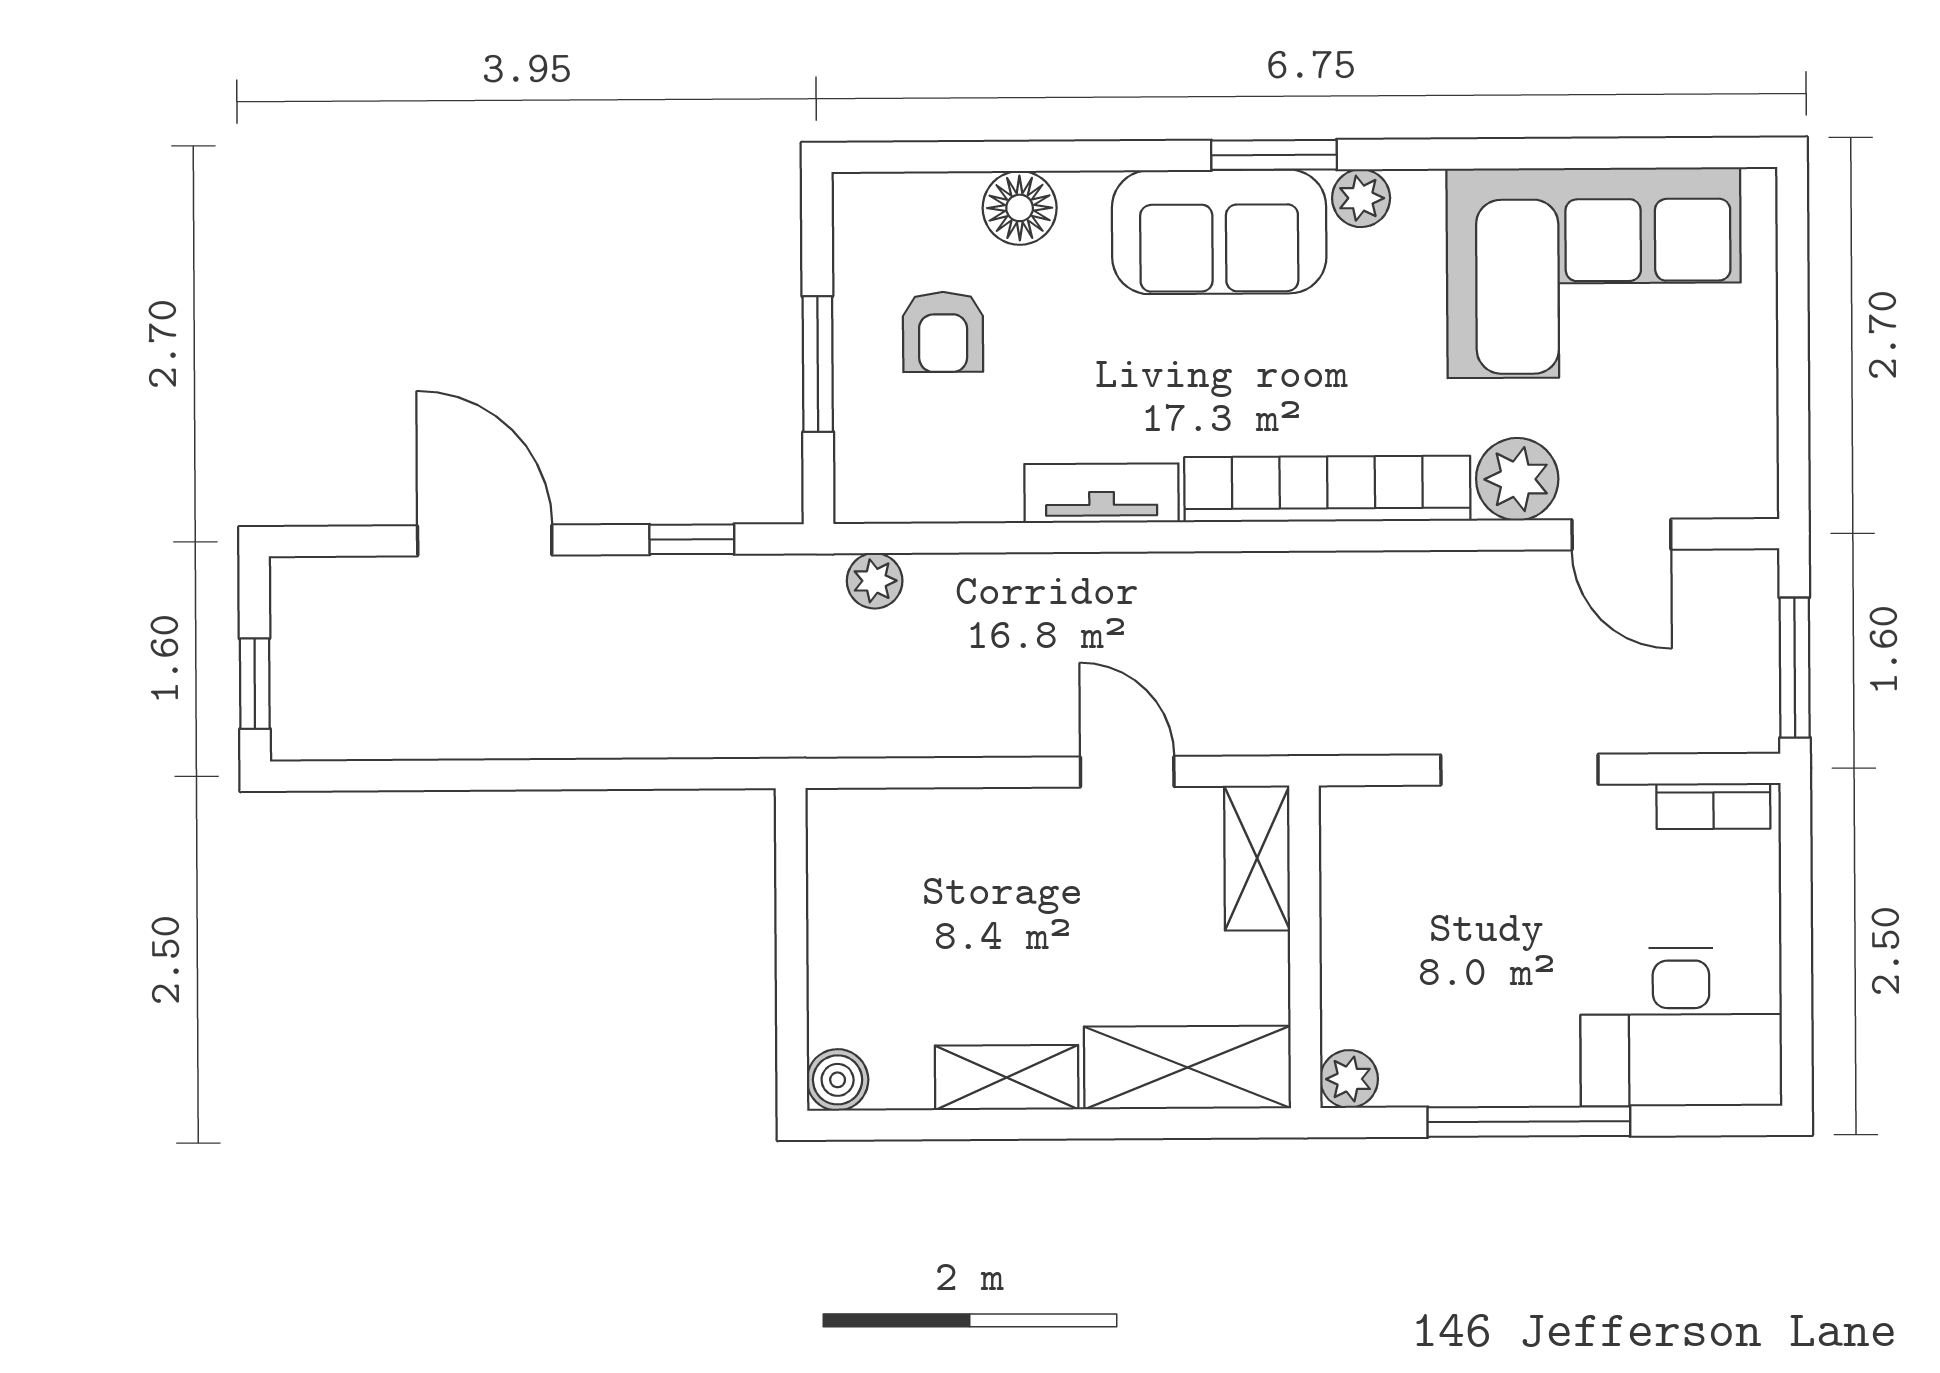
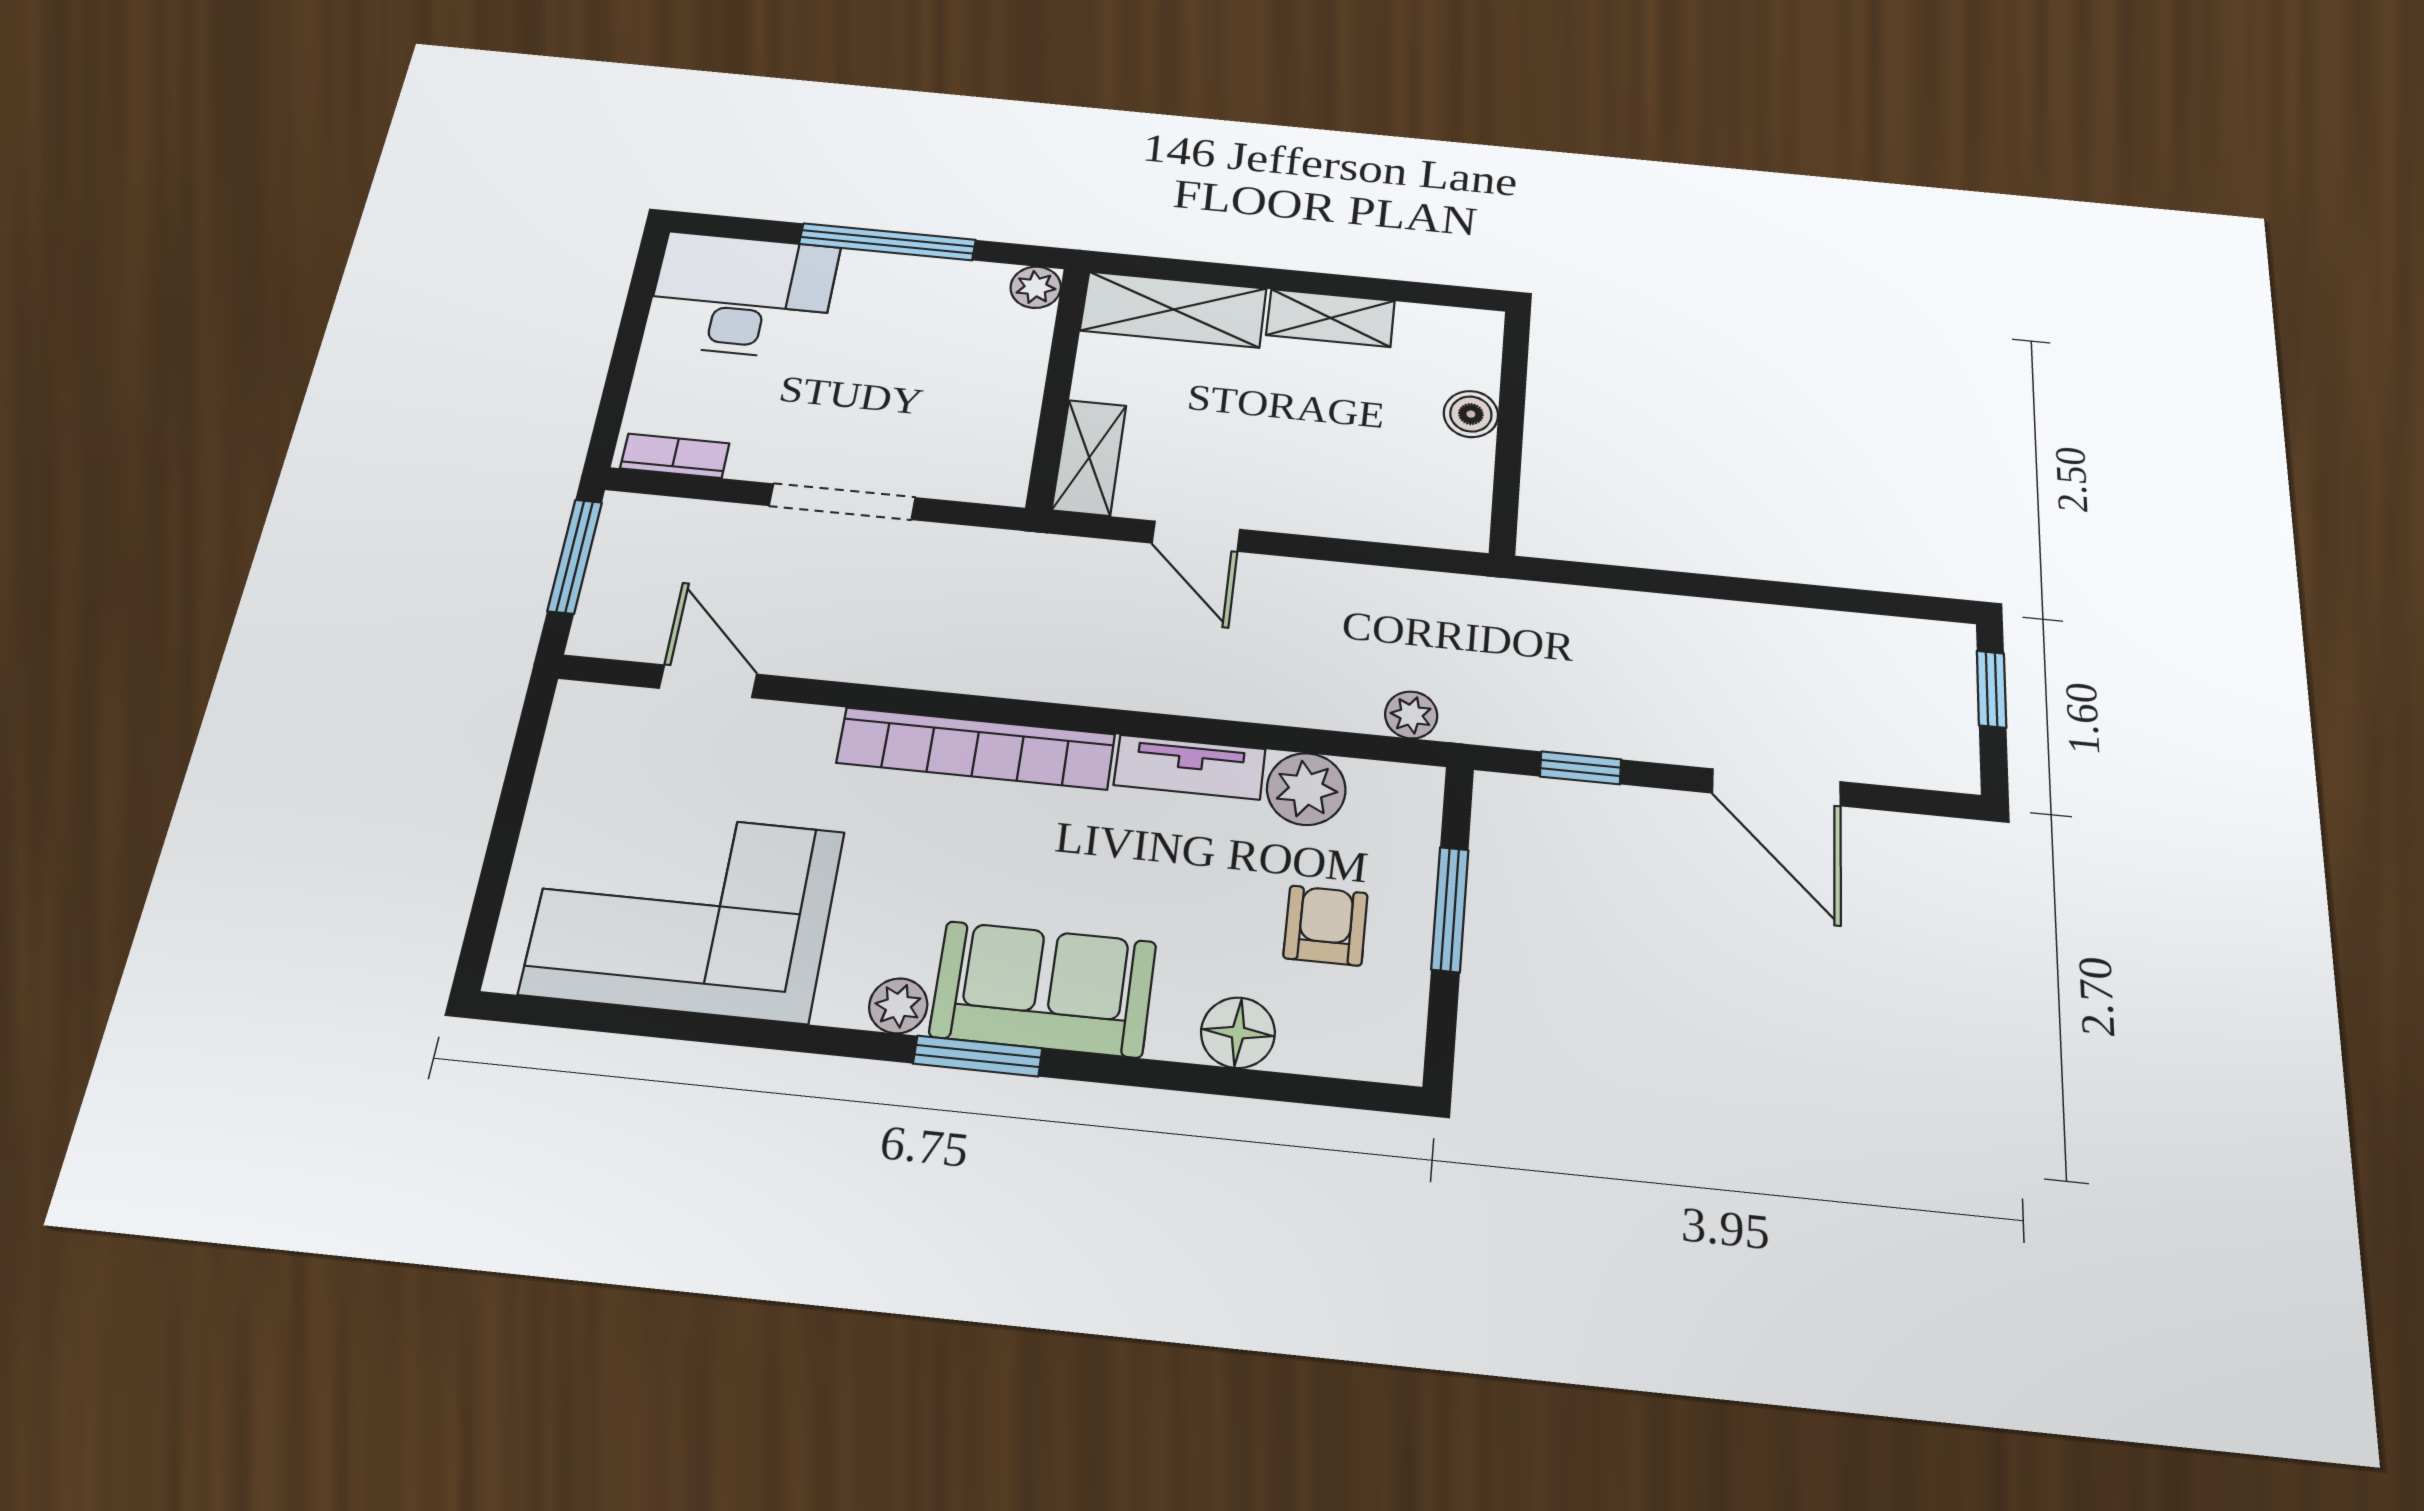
plant: (1517, 479) -> (1306, 789), moved
boiler: (838, 1080) -> (1471, 414), moved

